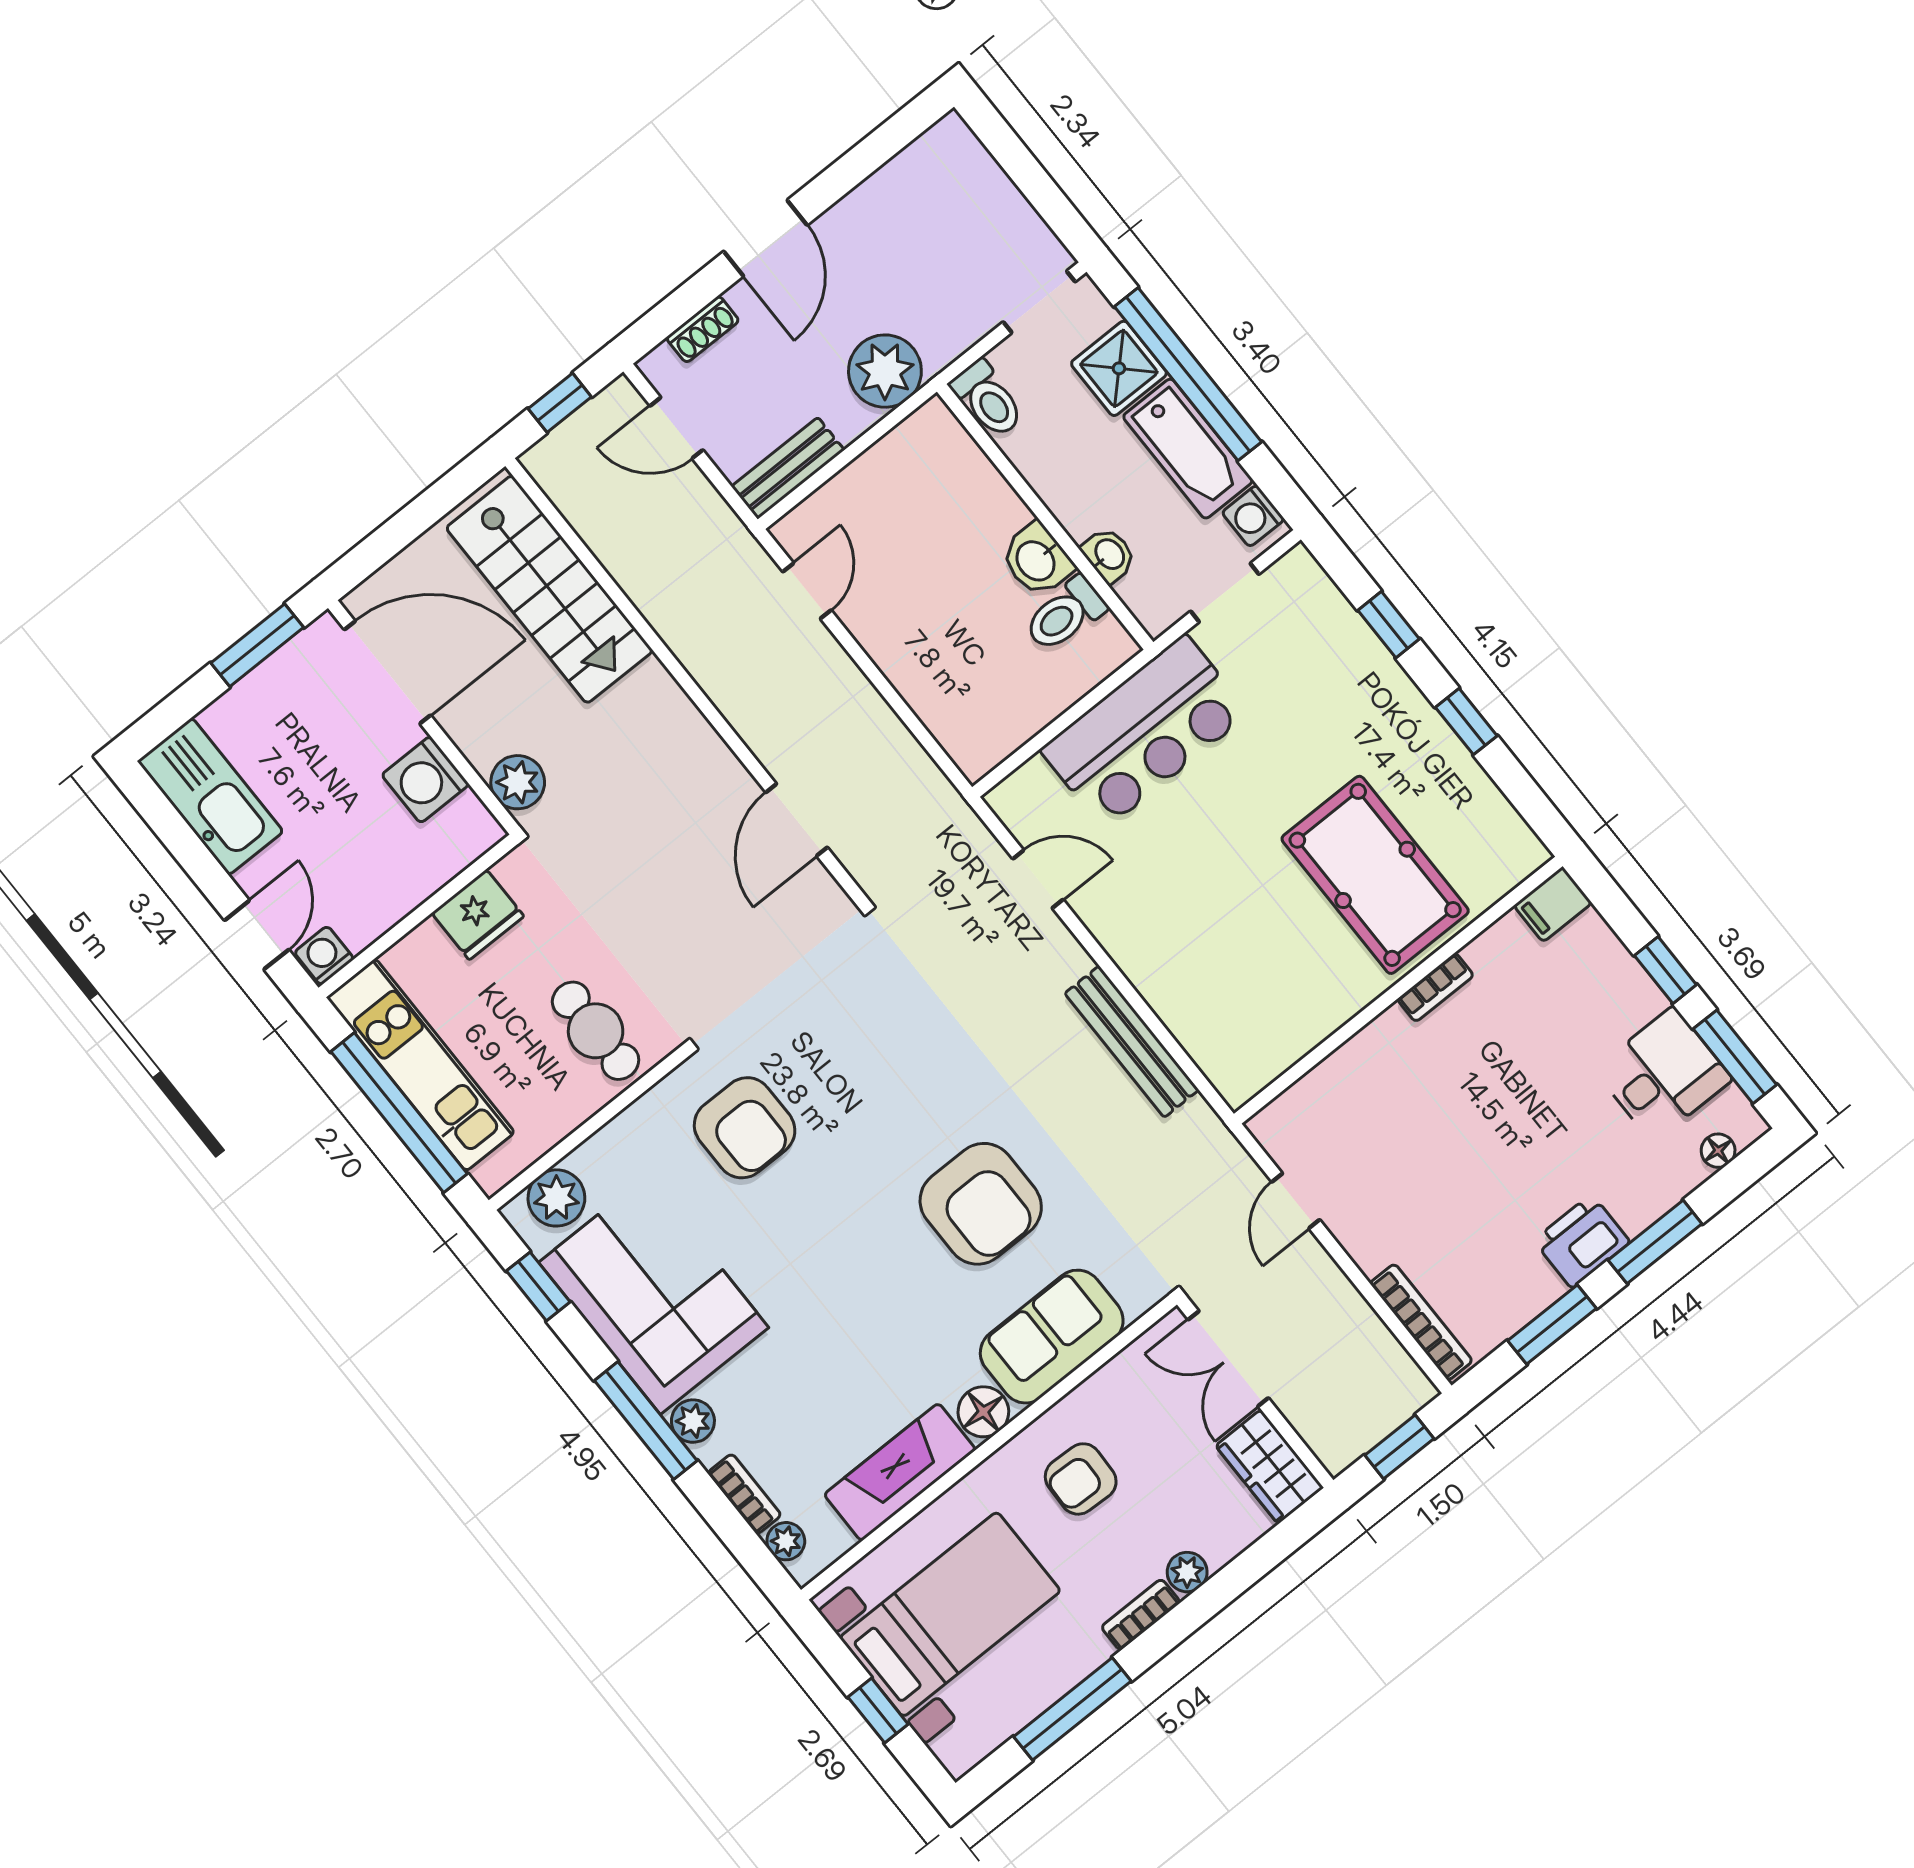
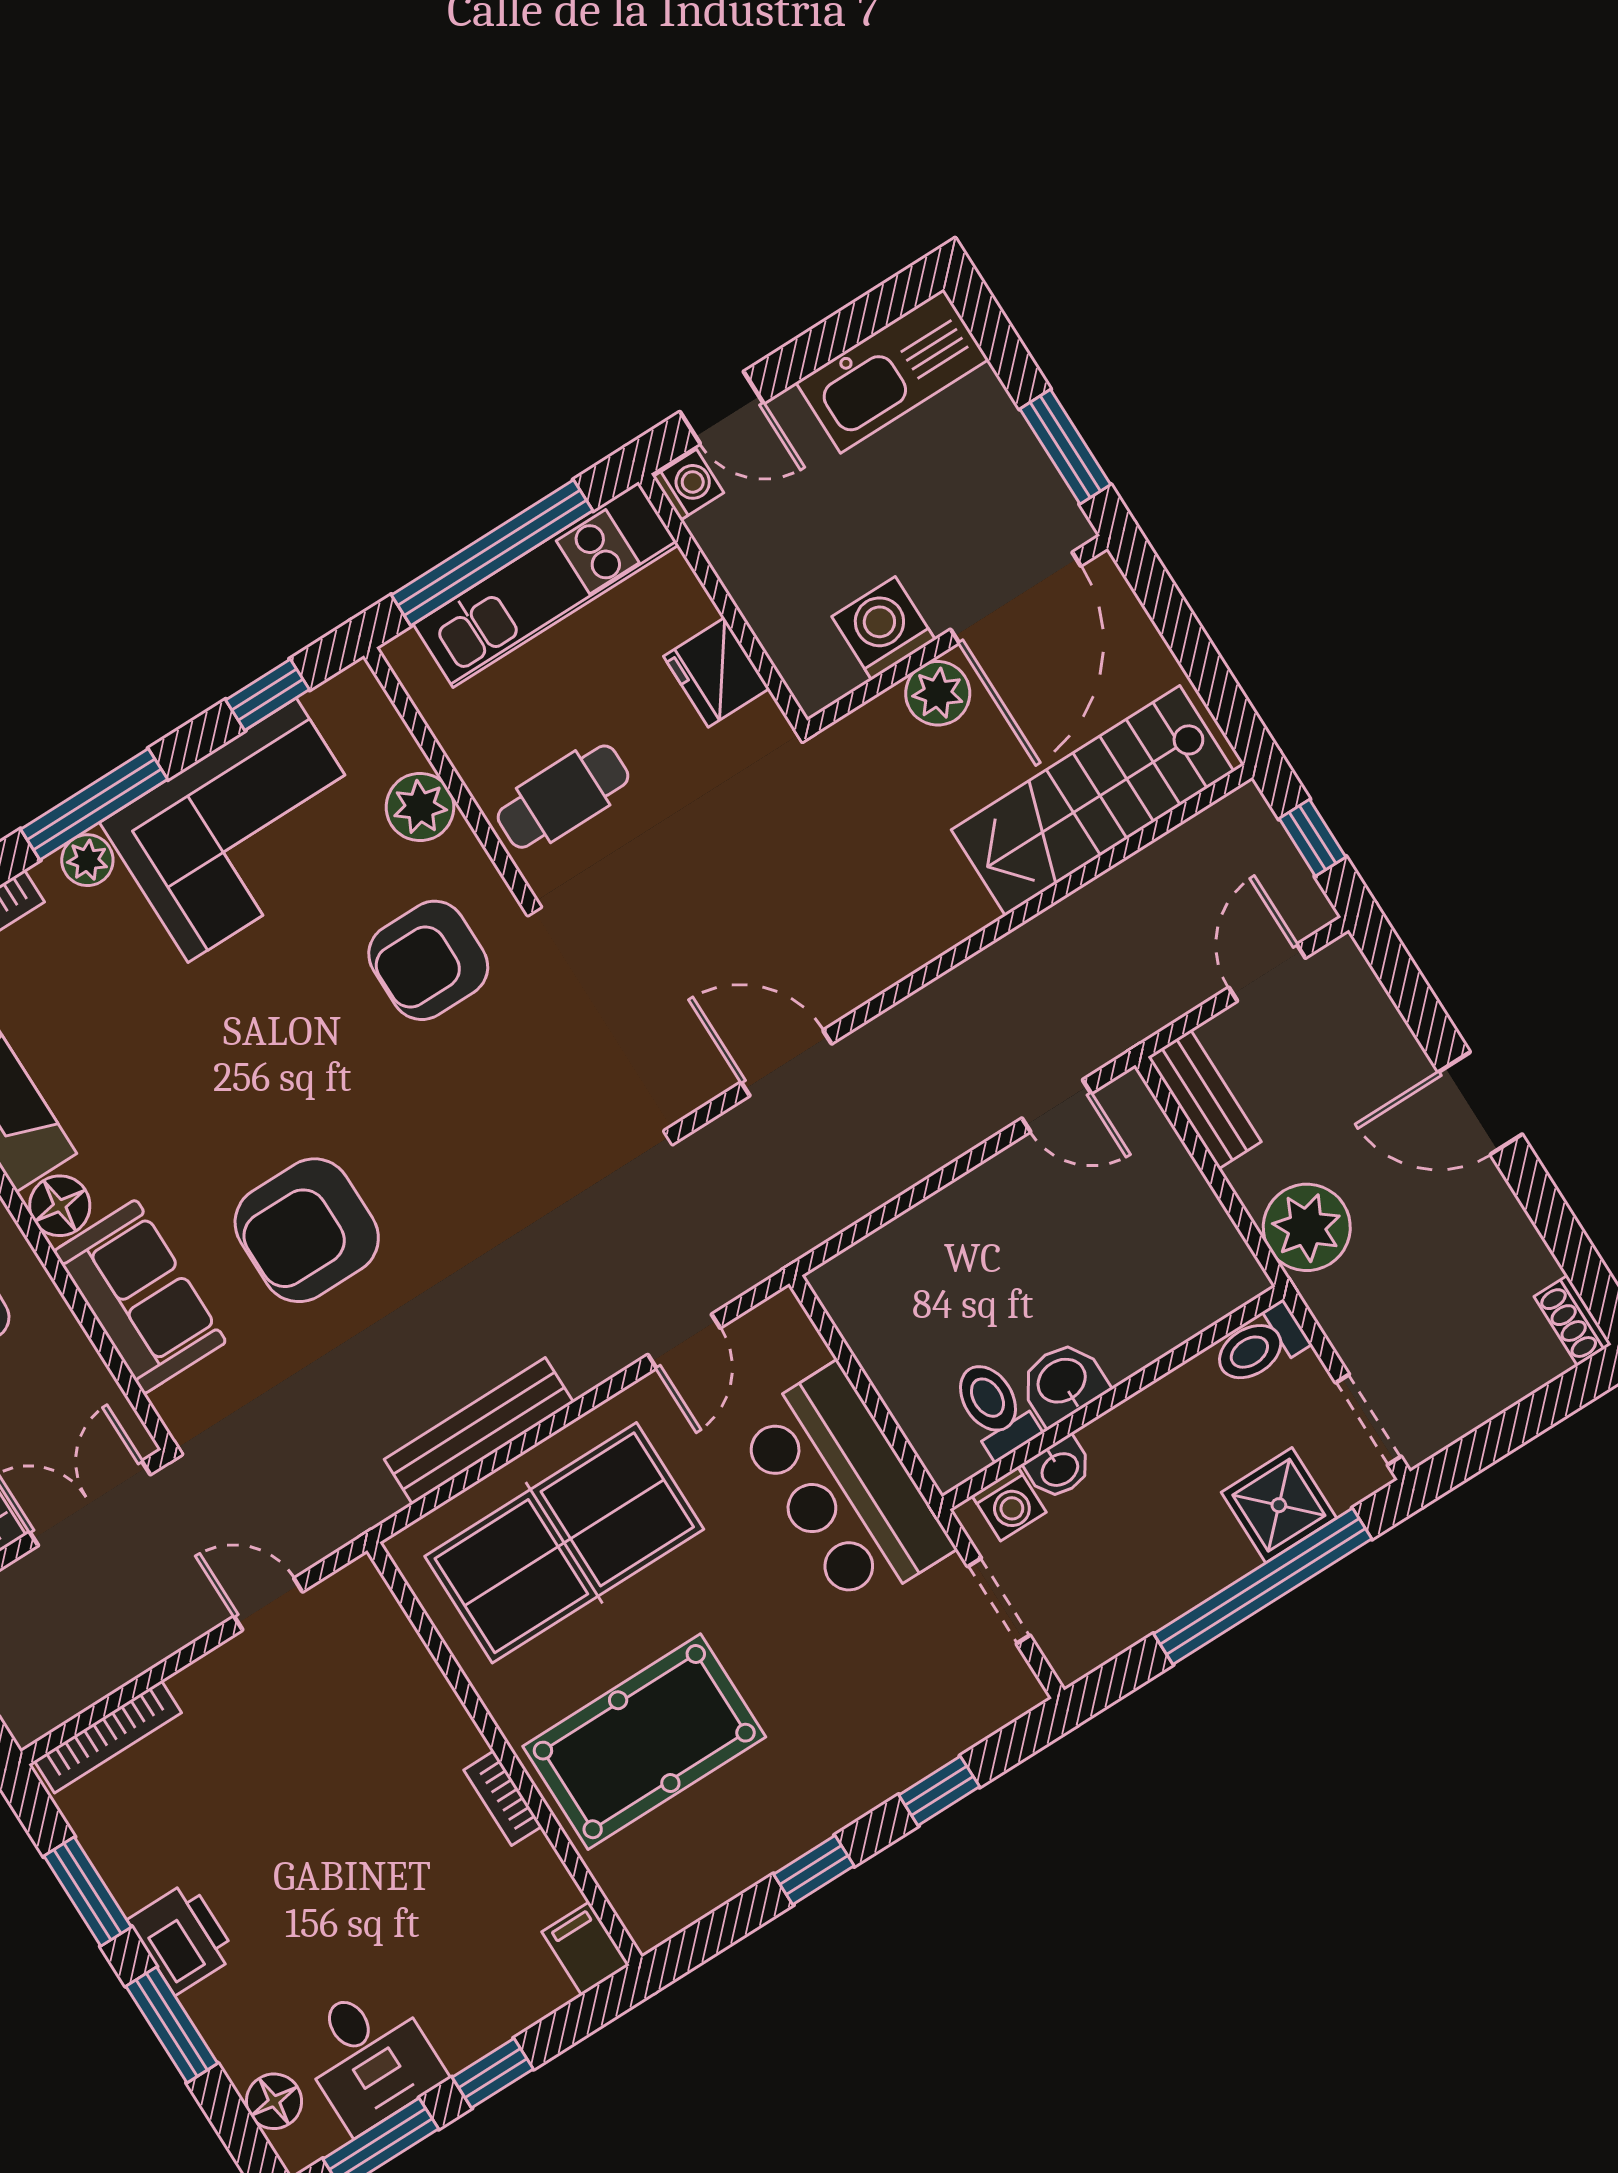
shoe rack: (703, 329) -> (1573, 1321), moved
bathtub: (1188, 449) -> (1175, 1576), removed
washing machine: (1253, 516) -> (1009, 1504), moved, turned 180
plant: (518, 782) -> (938, 693), moved
table tennis table: (1217, 960) -> (564, 1543), added
floor lamp: (1718, 1151) -> (274, 2101), width x1.37, depth x1.37
plant: (556, 1198) -> (420, 807), moved

